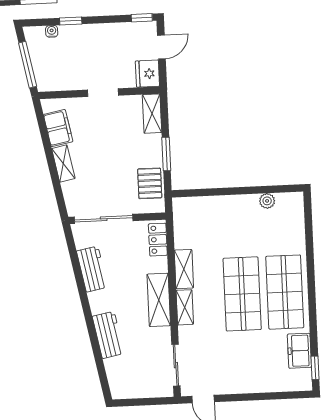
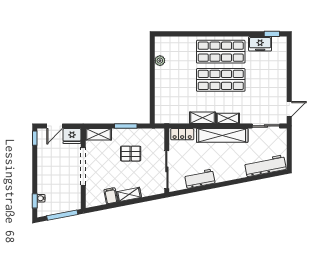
window: (71, 21) -> (35, 201), moved
door: (161, 47) -> (55, 126), swing flipped
doorway: (103, 93) -> (83, 166), width x1.87
filing cabinet: (58, 128) -> (111, 196), width x0.50
pallet: (150, 183) -> (131, 154), moved
shelving: (159, 300) -> (222, 135), width x1.47
workbench: (108, 335) -> (265, 166), moved, width x1.38

